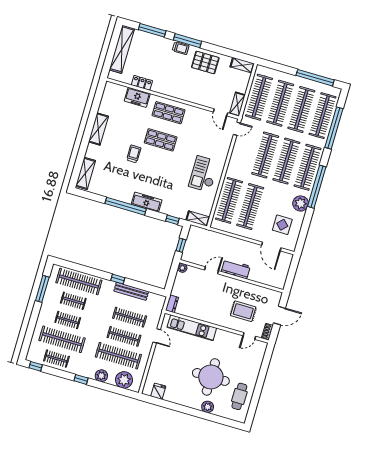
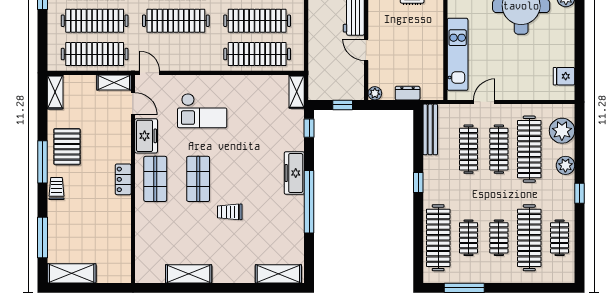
window: (188, 41) -> (43, 162), moved
shelving: (122, 49) -> (72, 273), width x0.68
locker: (142, 83) -> (123, 179), moved
freezer: (137, 97) -> (146, 136), moved
door: (220, 112) -> (133, 104), hinge flipped
shelving: (98, 129) -> (189, 274), moved
checkout: (204, 174) -> (202, 111), moved
bench: (131, 291) -> (430, 129), moved
dresser: (172, 304) -> (408, 93), moved
window: (36, 366) -> (579, 265), removed

